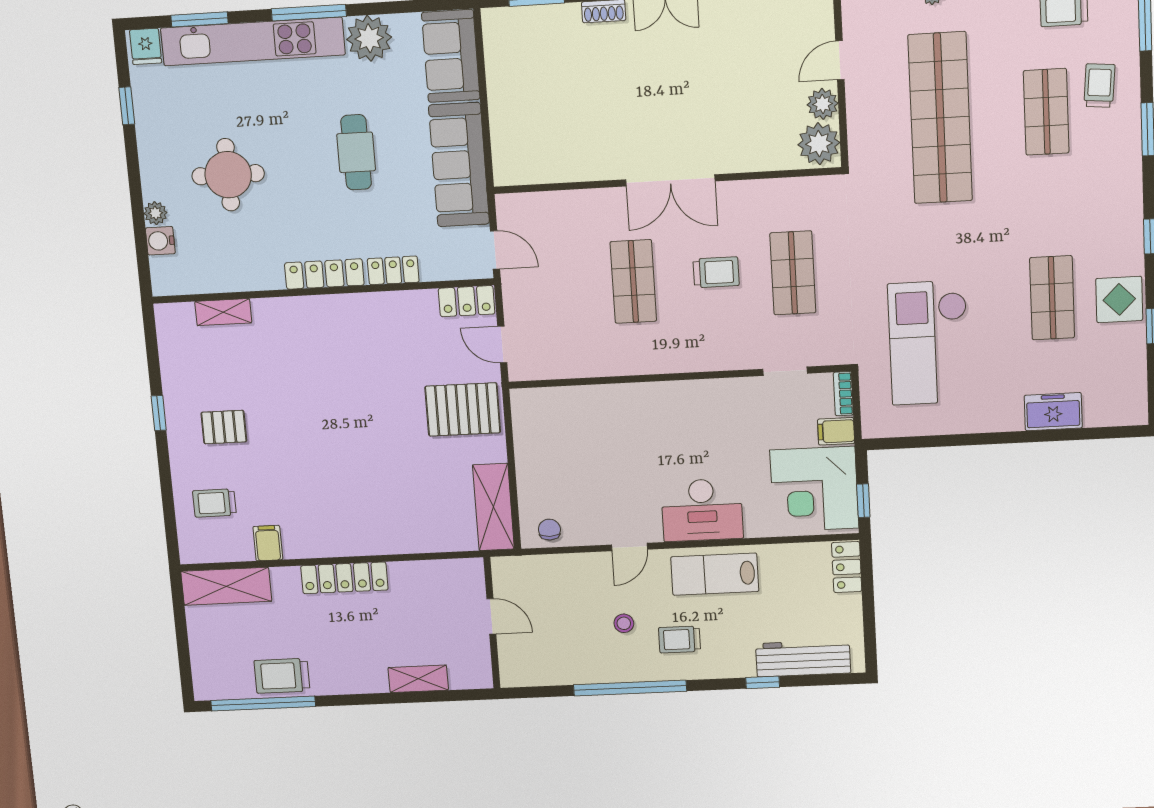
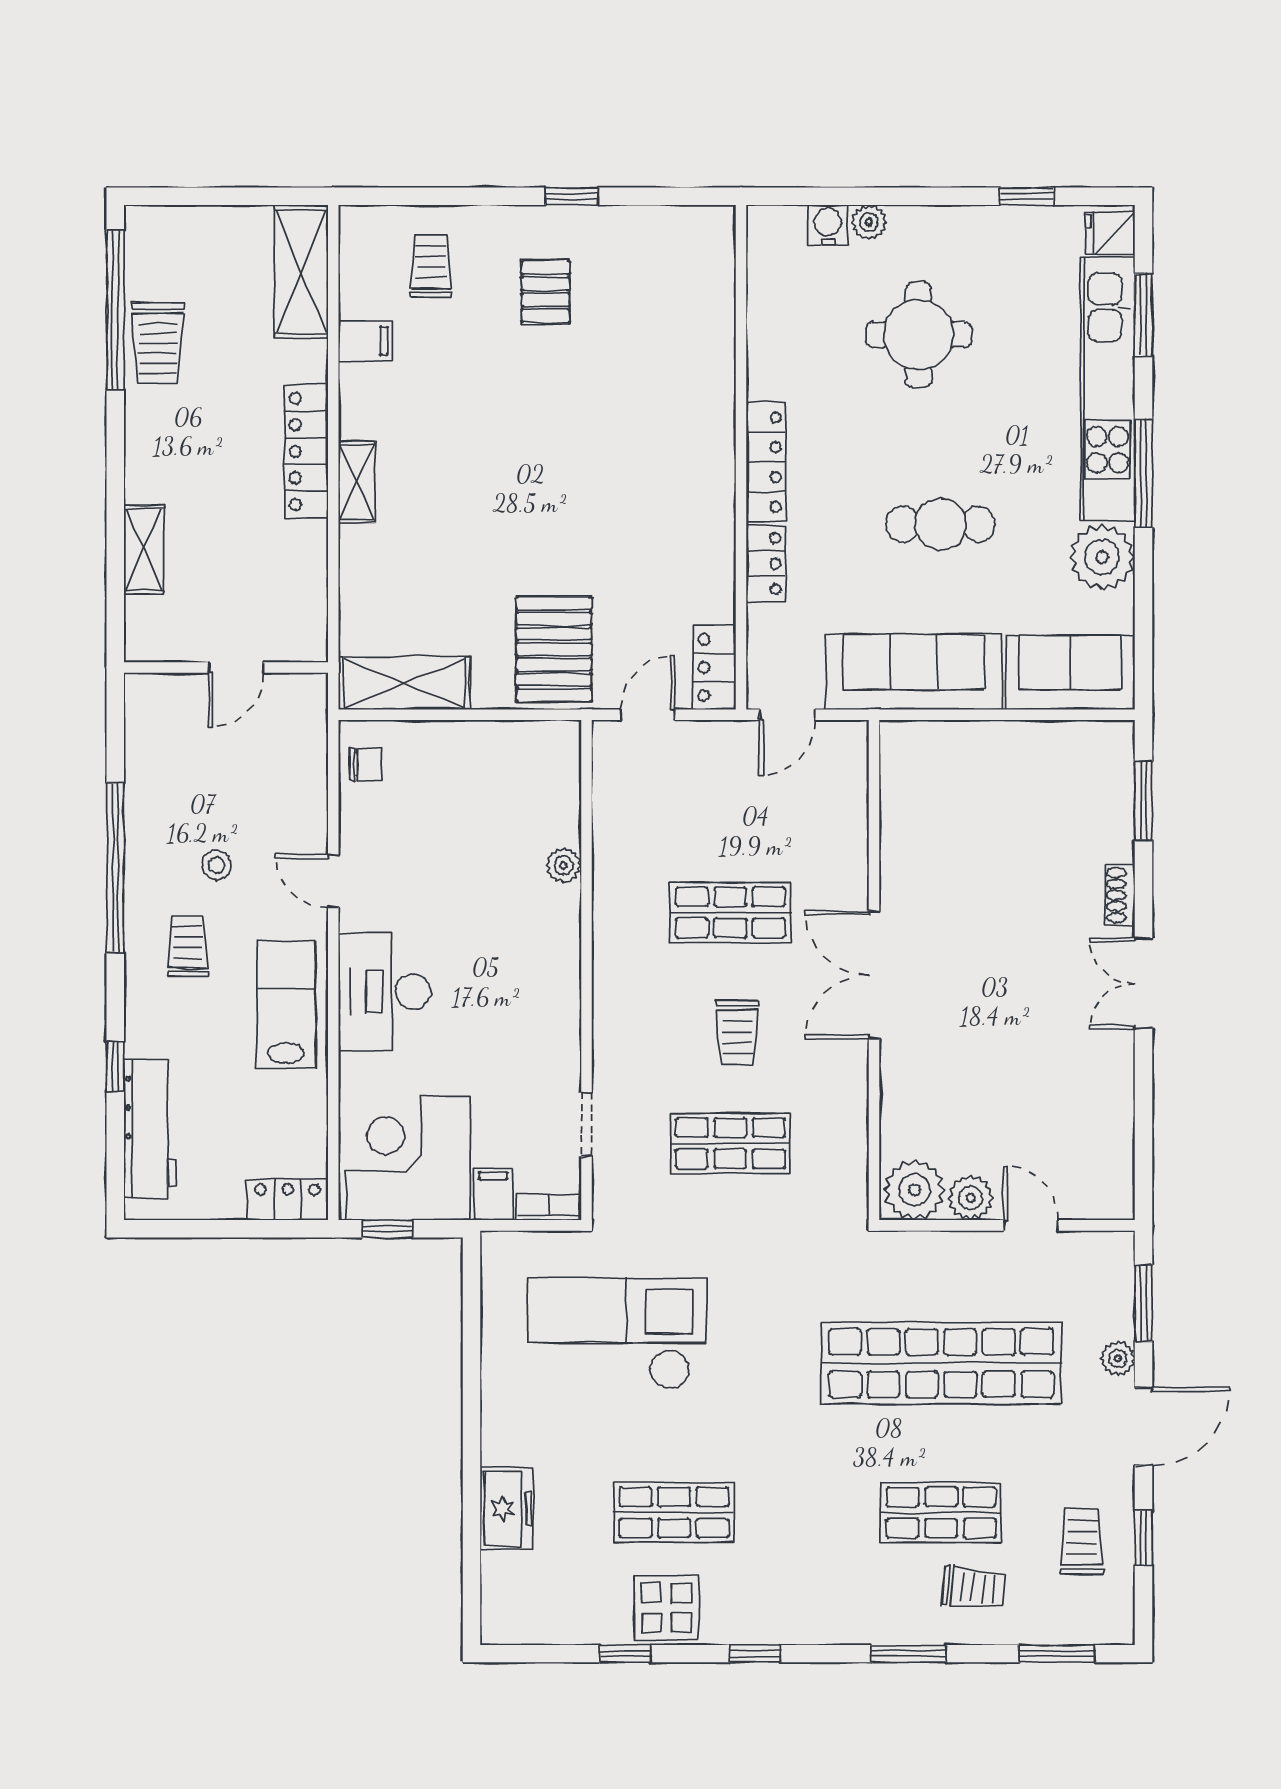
shelving: (223, 312) -> (357, 482), moved
plant: (609, 396) -> (564, 865), added
trolley: (282, 676) -> (158, 343), turned 180

